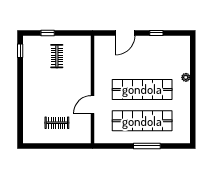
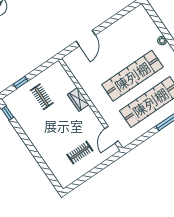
window: (156, 33) -> (112, 20), removed
wardrobe: (85, 79) -> (78, 99), added
door: (93, 105) -> (112, 135), moved

